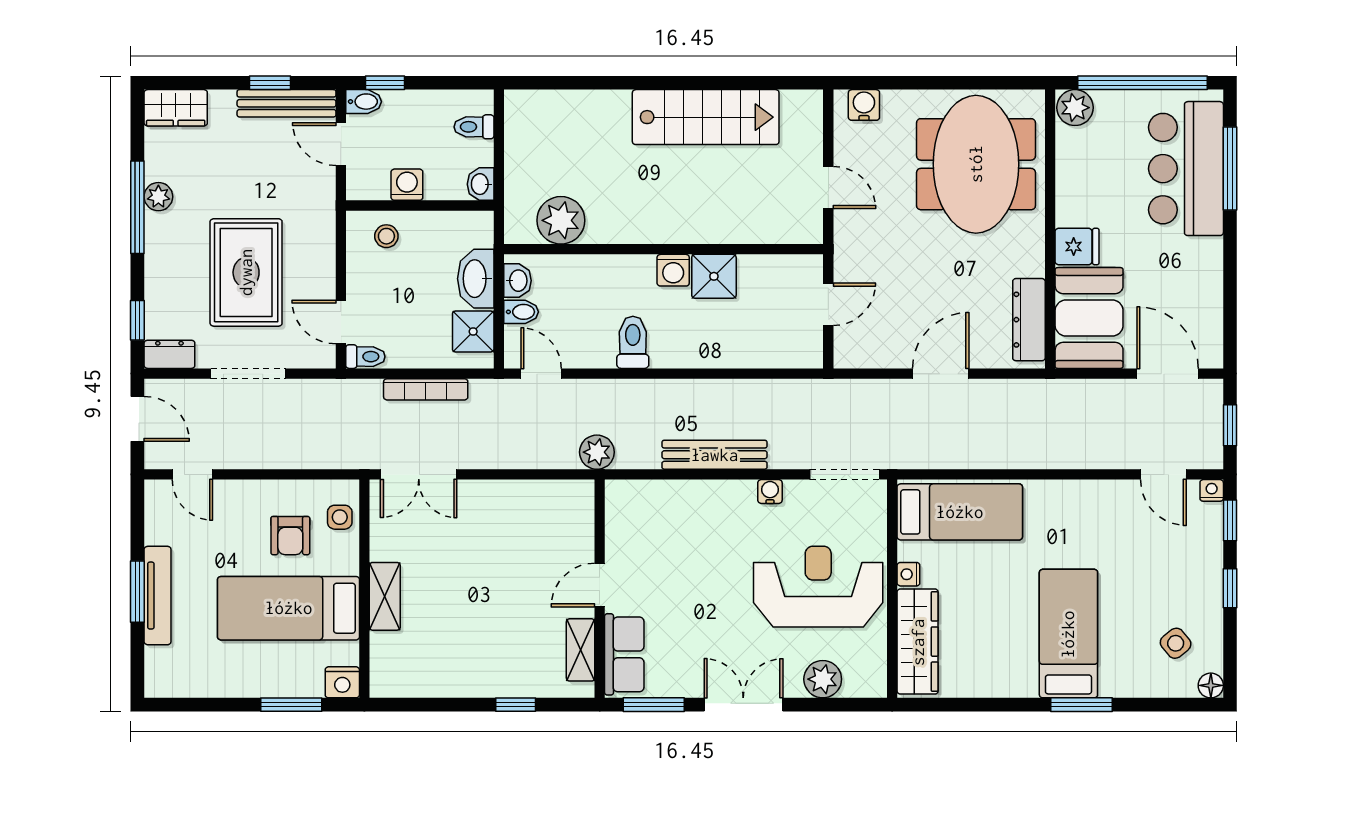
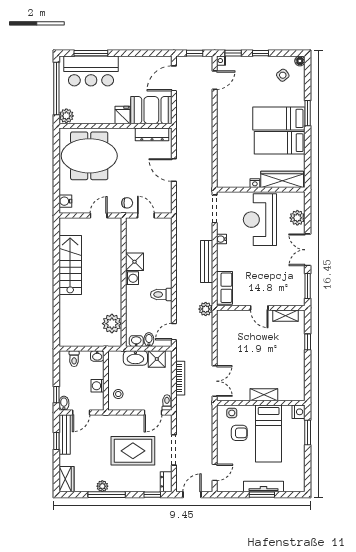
chair: (859, 258) -> (127, 203), added
bed: (960, 512) -> (280, 143), moved, turned -90
row of seats: (624, 654) -> (224, 288), moved, turned 90

